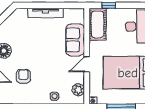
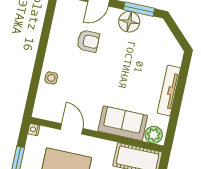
door: (87, 64) -> (72, 129), moved
plant: (78, 90) -> (154, 135), moved

